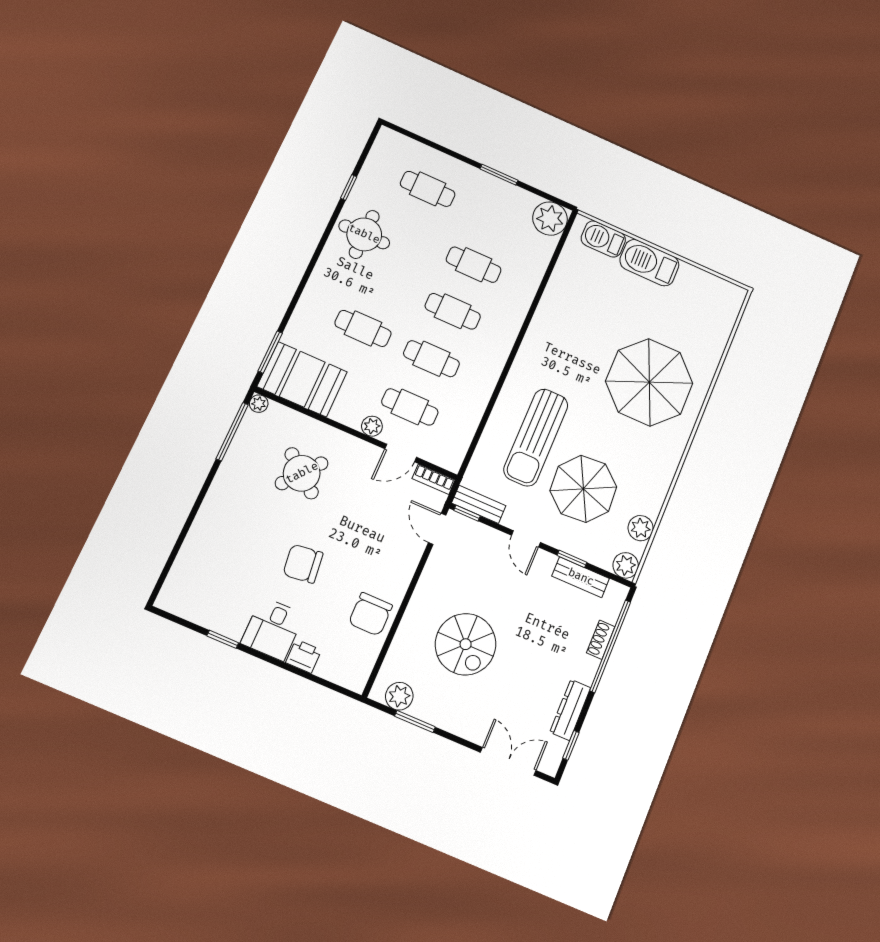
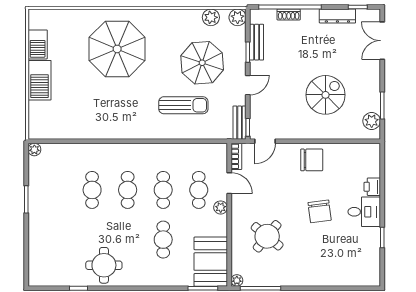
cafe table: (428, 189) -> (57, 240), removed
plant: (550, 219) -> (34, 150), width x0.53, depth x0.53
barbecue: (603, 239) -> (38, 44), moved
sun lounger: (536, 437) -> (183, 105), width x0.73, depth x0.75
chair: (370, 614) -> (312, 160), moved

